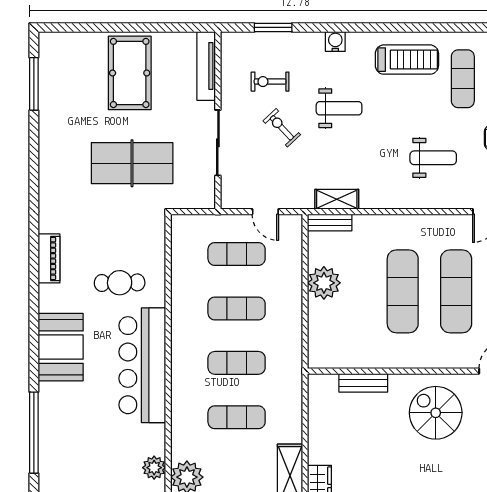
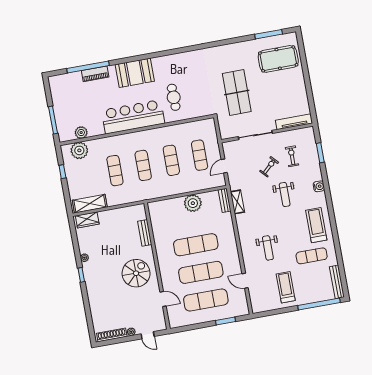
treadmill: (407, 60) -> (316, 225), turned 180
pool table: (130, 73) -> (278, 59), moved
piano: (49, 258) -> (95, 74), moved

